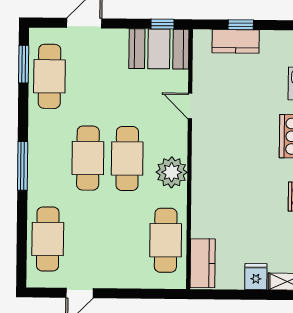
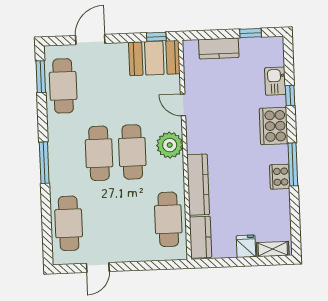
window: (241, 25) -> (251, 33), moved
plant: (172, 172) -> (170, 145), moved
kitchen counter: (203, 201) -> (198, 185), added

